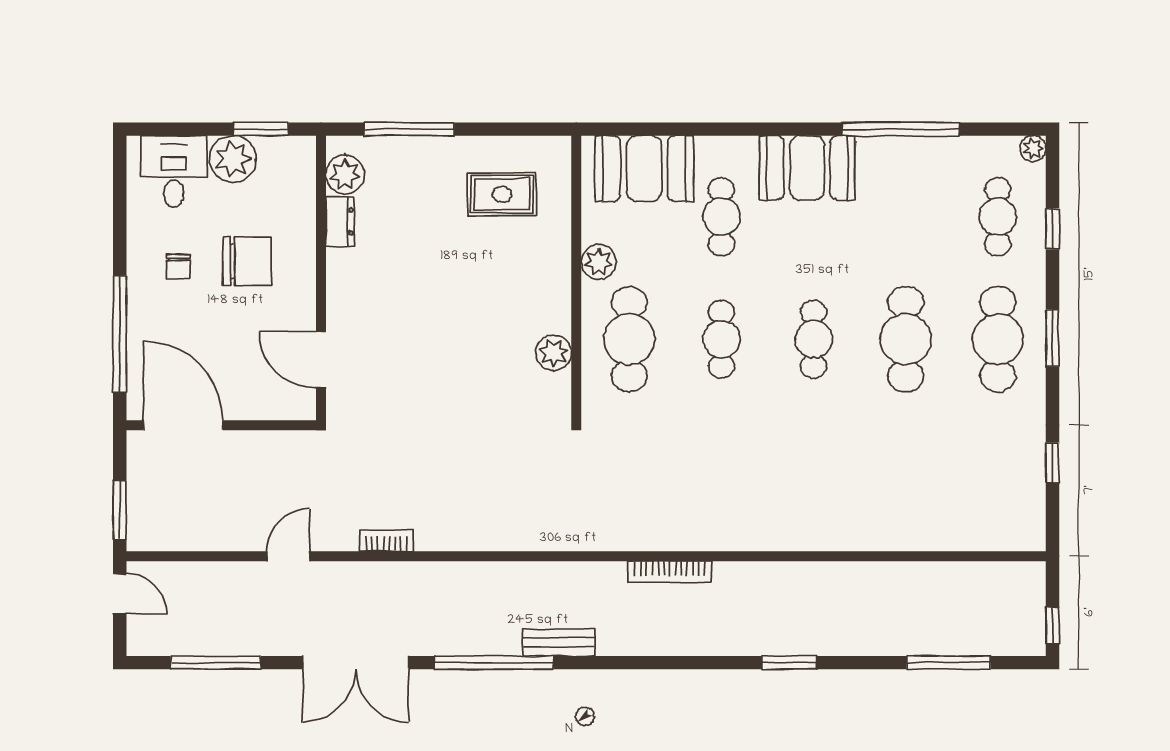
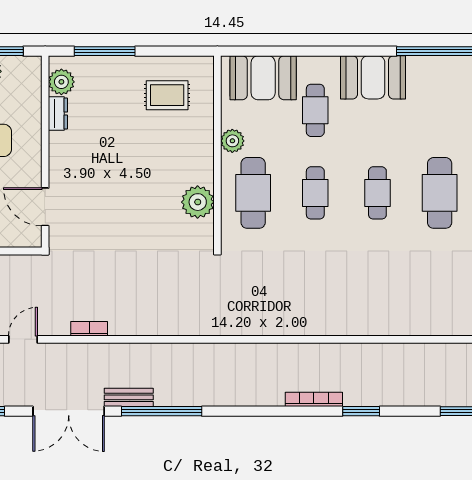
plant: (554, 353) -> (198, 202), width x1.36, depth x1.36
bookcase: (670, 572) -> (314, 399), moved, turned 180
bench: (559, 642) -> (129, 397), moved

